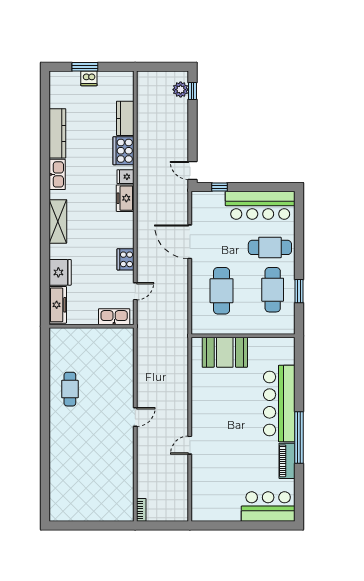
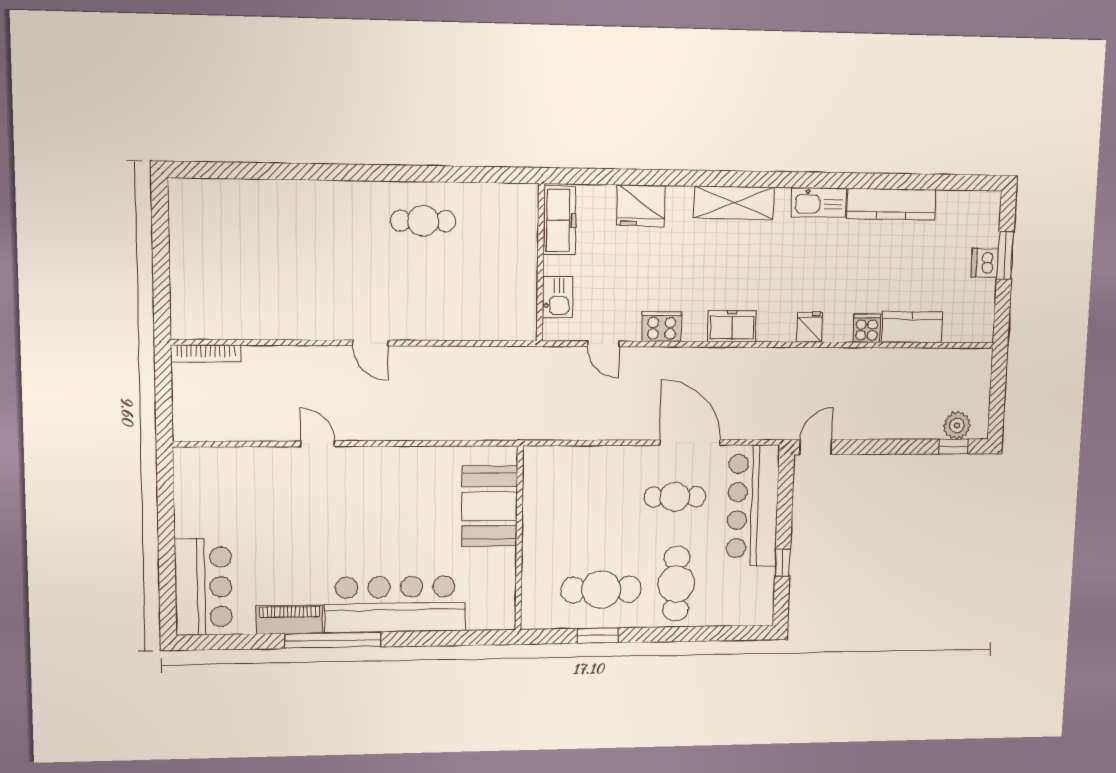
cooker: (123, 151) -> (867, 328), width x0.53, depth x0.76
window: (219, 187) -> (783, 562), moved
freezer: (125, 198) -> (732, 326), moved
bar counter: (260, 205) -> (753, 506), moved
door: (190, 242) -> (690, 443), hinge flipped
cafe table: (222, 291) -> (675, 497), moved, width x0.73, depth x0.74
freezer: (58, 305) -> (560, 220), moved, turned -90
kitchen sink: (114, 317) -> (558, 297), width x0.73
bookcase: (141, 510) -> (206, 354), width x1.56

